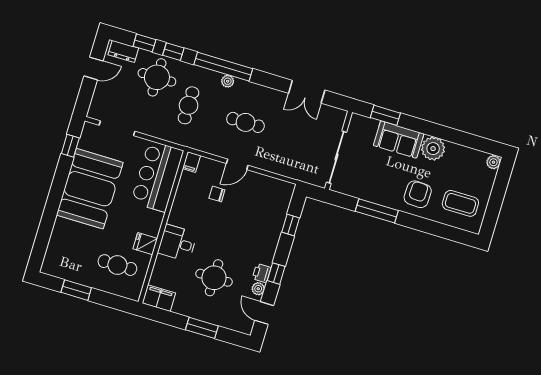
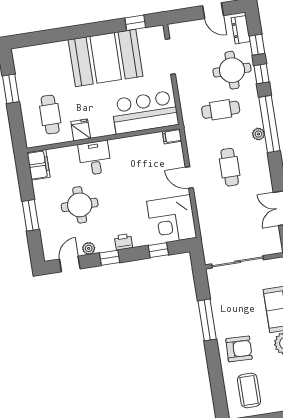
chair: (217, 194) -> (155, 172), removed
corner desk: (268, 199) -> (172, 219), added
printer: (262, 273) -> (123, 242), moved

